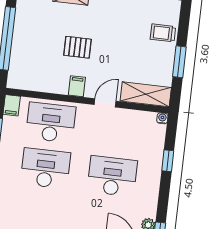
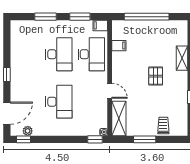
pallet: (77, 47) -> (156, 76), moved
filing cabinet: (77, 86) -> (119, 46), moved
window: (168, 161) -> (95, 139), moved

